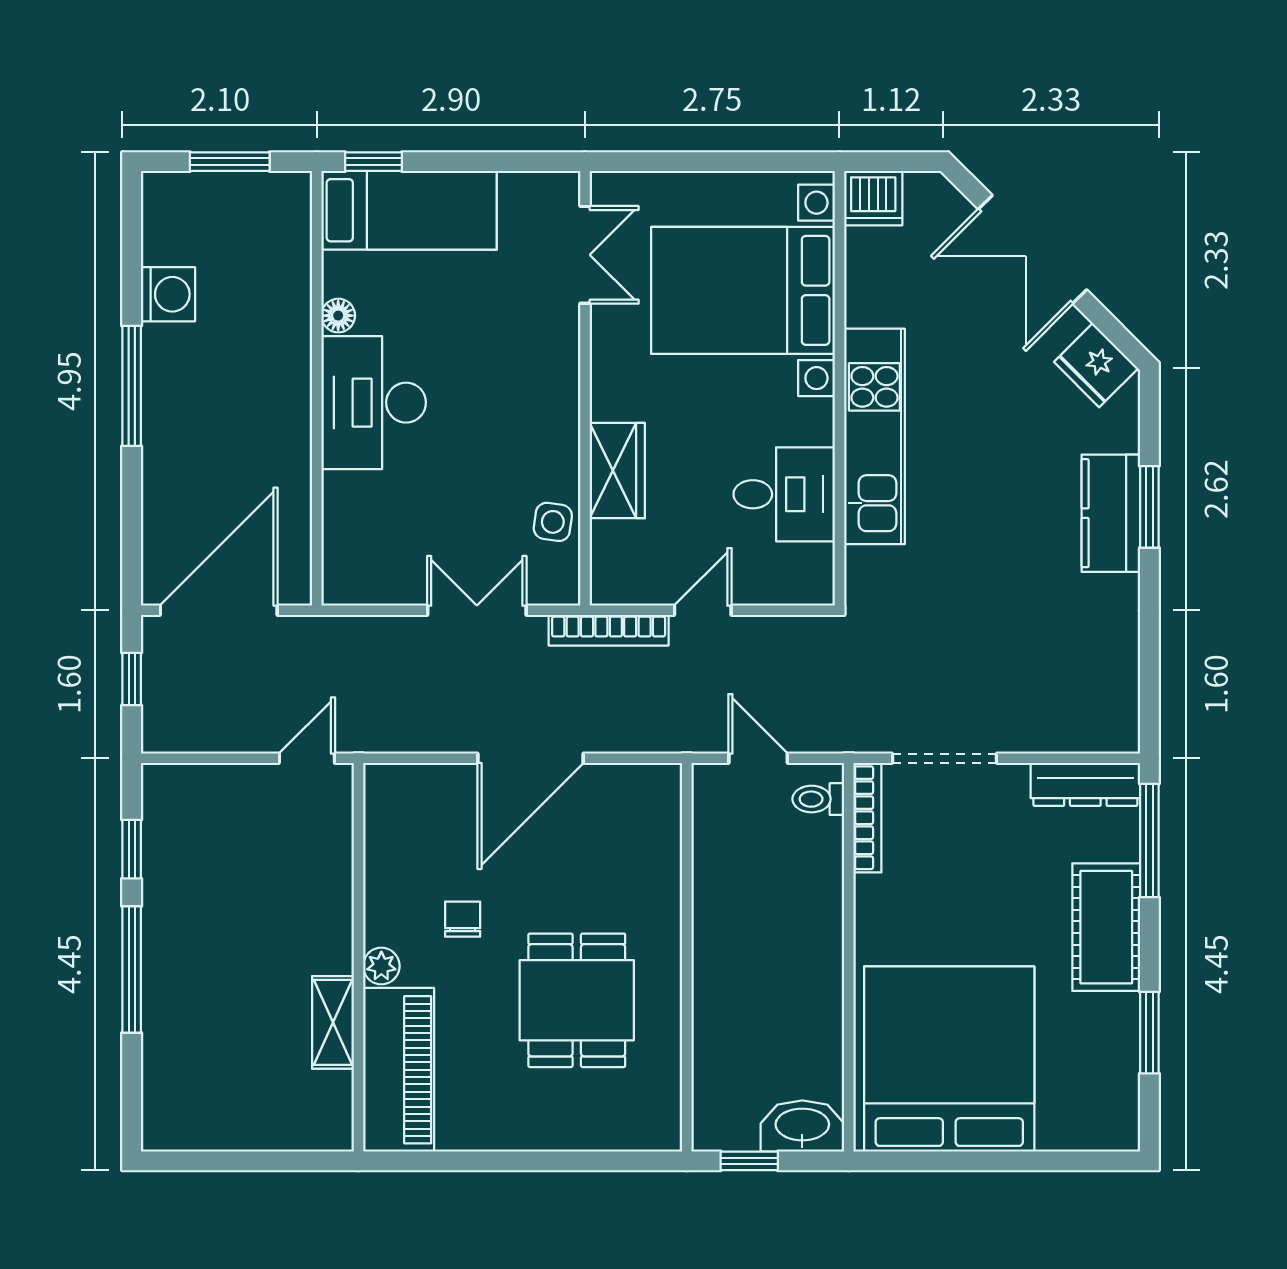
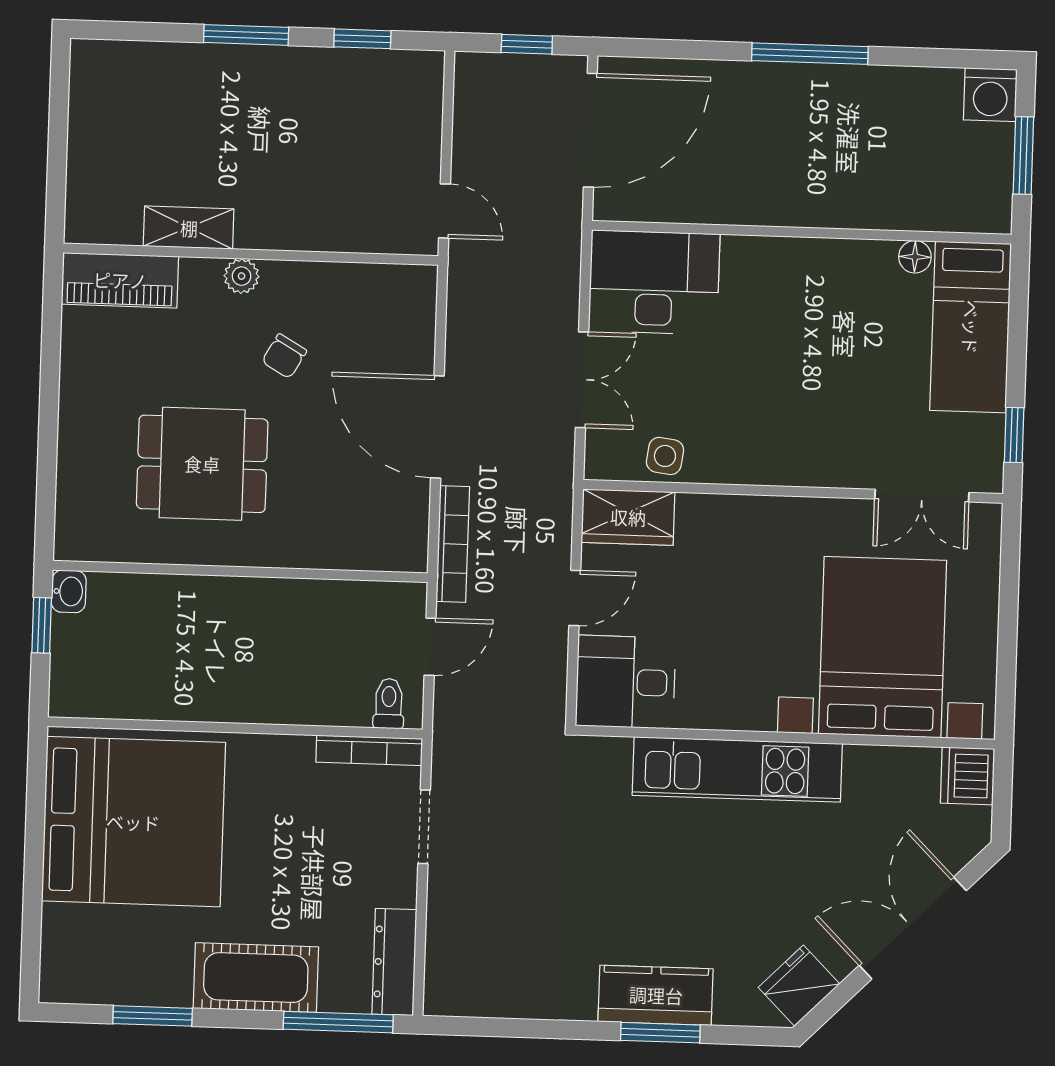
window: (374, 162) -> (1014, 435), moved
washing machine: (168, 294) -> (990, 95), moved
floor lamp: (338, 316) -> (915, 257), moved
desk: (374, 403) -> (654, 282), moved
wardrobe: (617, 471) -> (628, 517), moved
desk: (784, 494) -> (626, 682), moved, turned 90
door: (219, 610) -> (590, 130), hinge flipped
door: (703, 610) -> (575, 598), hinge flipped
bookcase: (609, 630) -> (453, 544), moved, turned 180
doorway: (945, 758) -> (424, 827), width x0.73
chair: (463, 919) -> (284, 356), turned 120
window: (132, 969) -> (246, 35), width x0.69
piano: (399, 1070) -> (120, 280), width x0.73, depth x0.75
washbasin: (802, 1126) -> (69, 591), moved, width x0.52, depth x0.69

